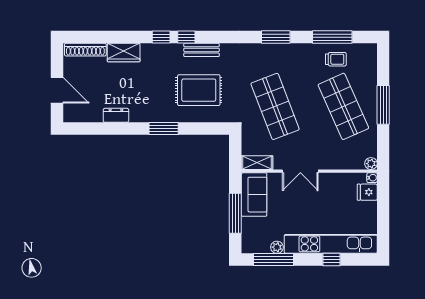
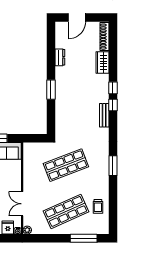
window: (332, 37) -> (113, 204), removed
rug: (199, 90) -> (77, 113), removed
window: (383, 105) -> (84, 238), moved
shelving: (257, 163) -> (28, 153), removed
double door: (300, 171) -> (22, 204), moved

